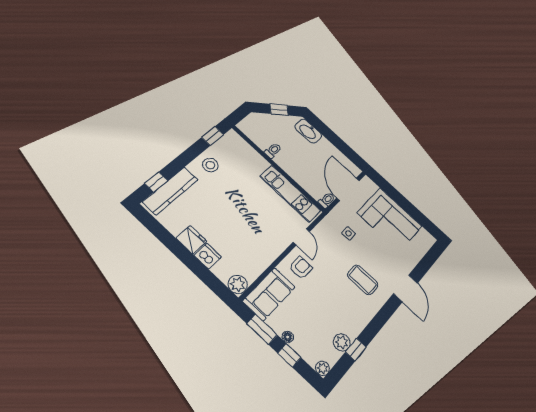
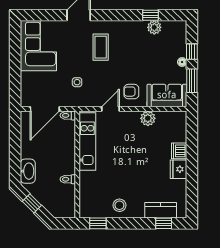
kitchen counter: (171, 191) -> (161, 210), width x0.67
corner sofa: (390, 219) -> (38, 46), moved
plant: (238, 284) -> (148, 118), moved
plant: (322, 368) -> (181, 26), removed

